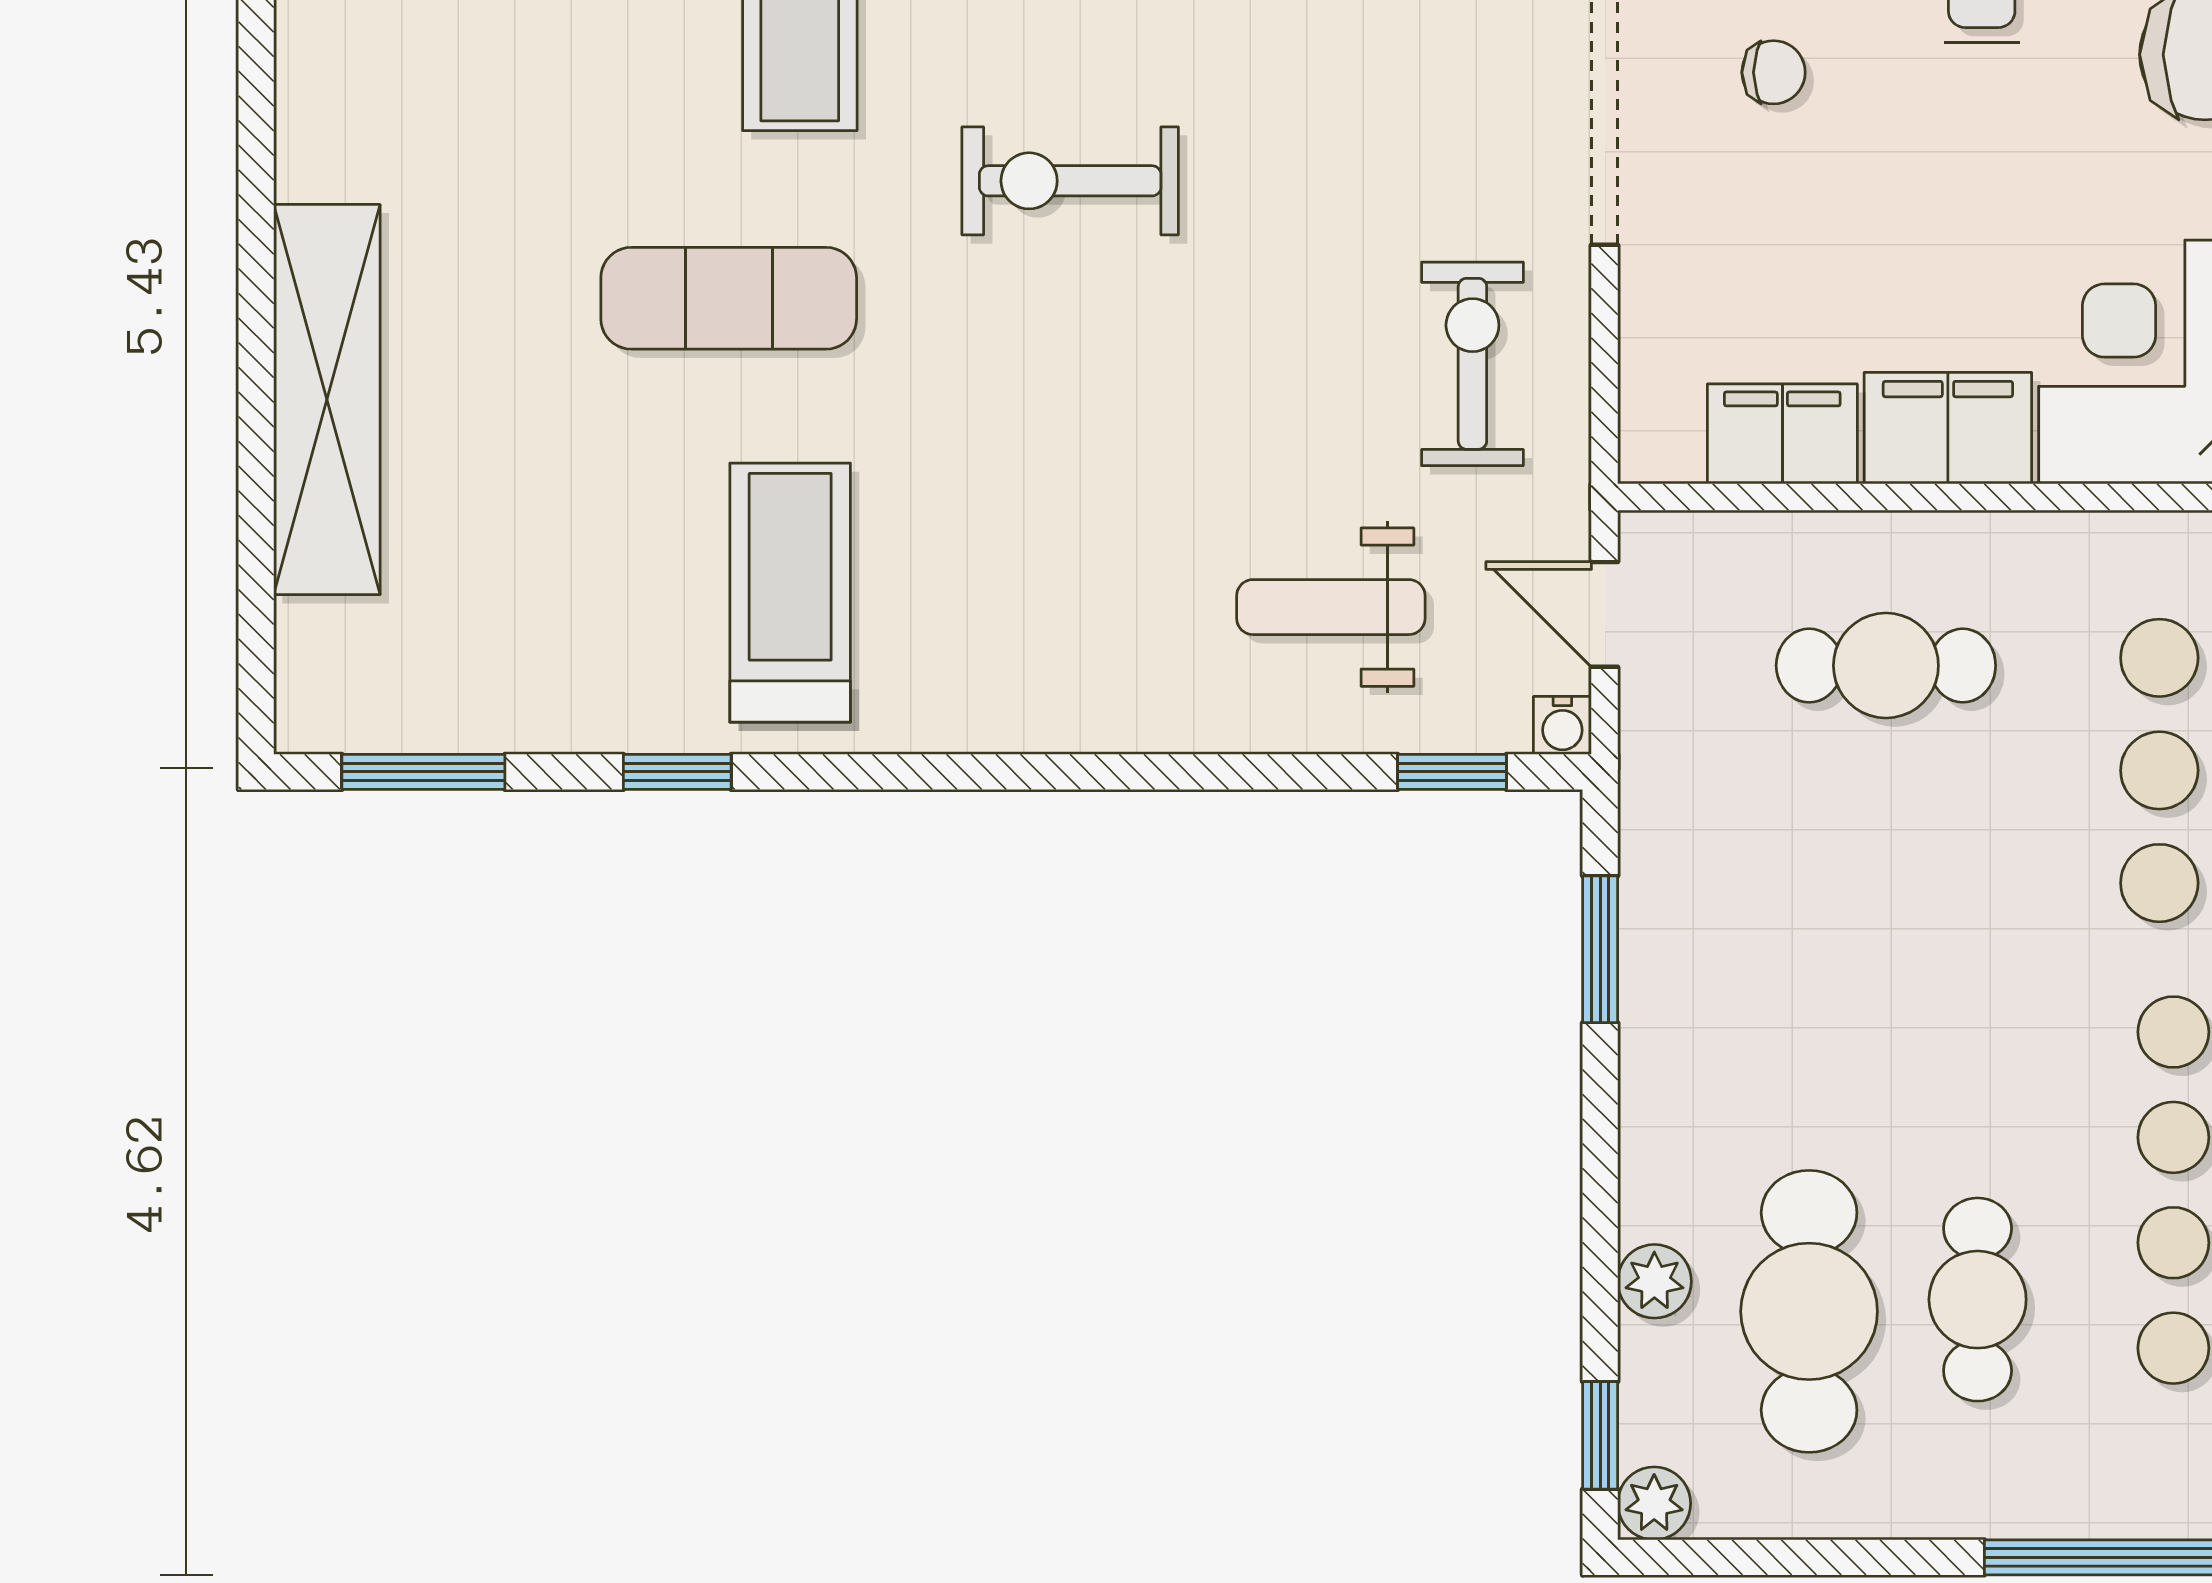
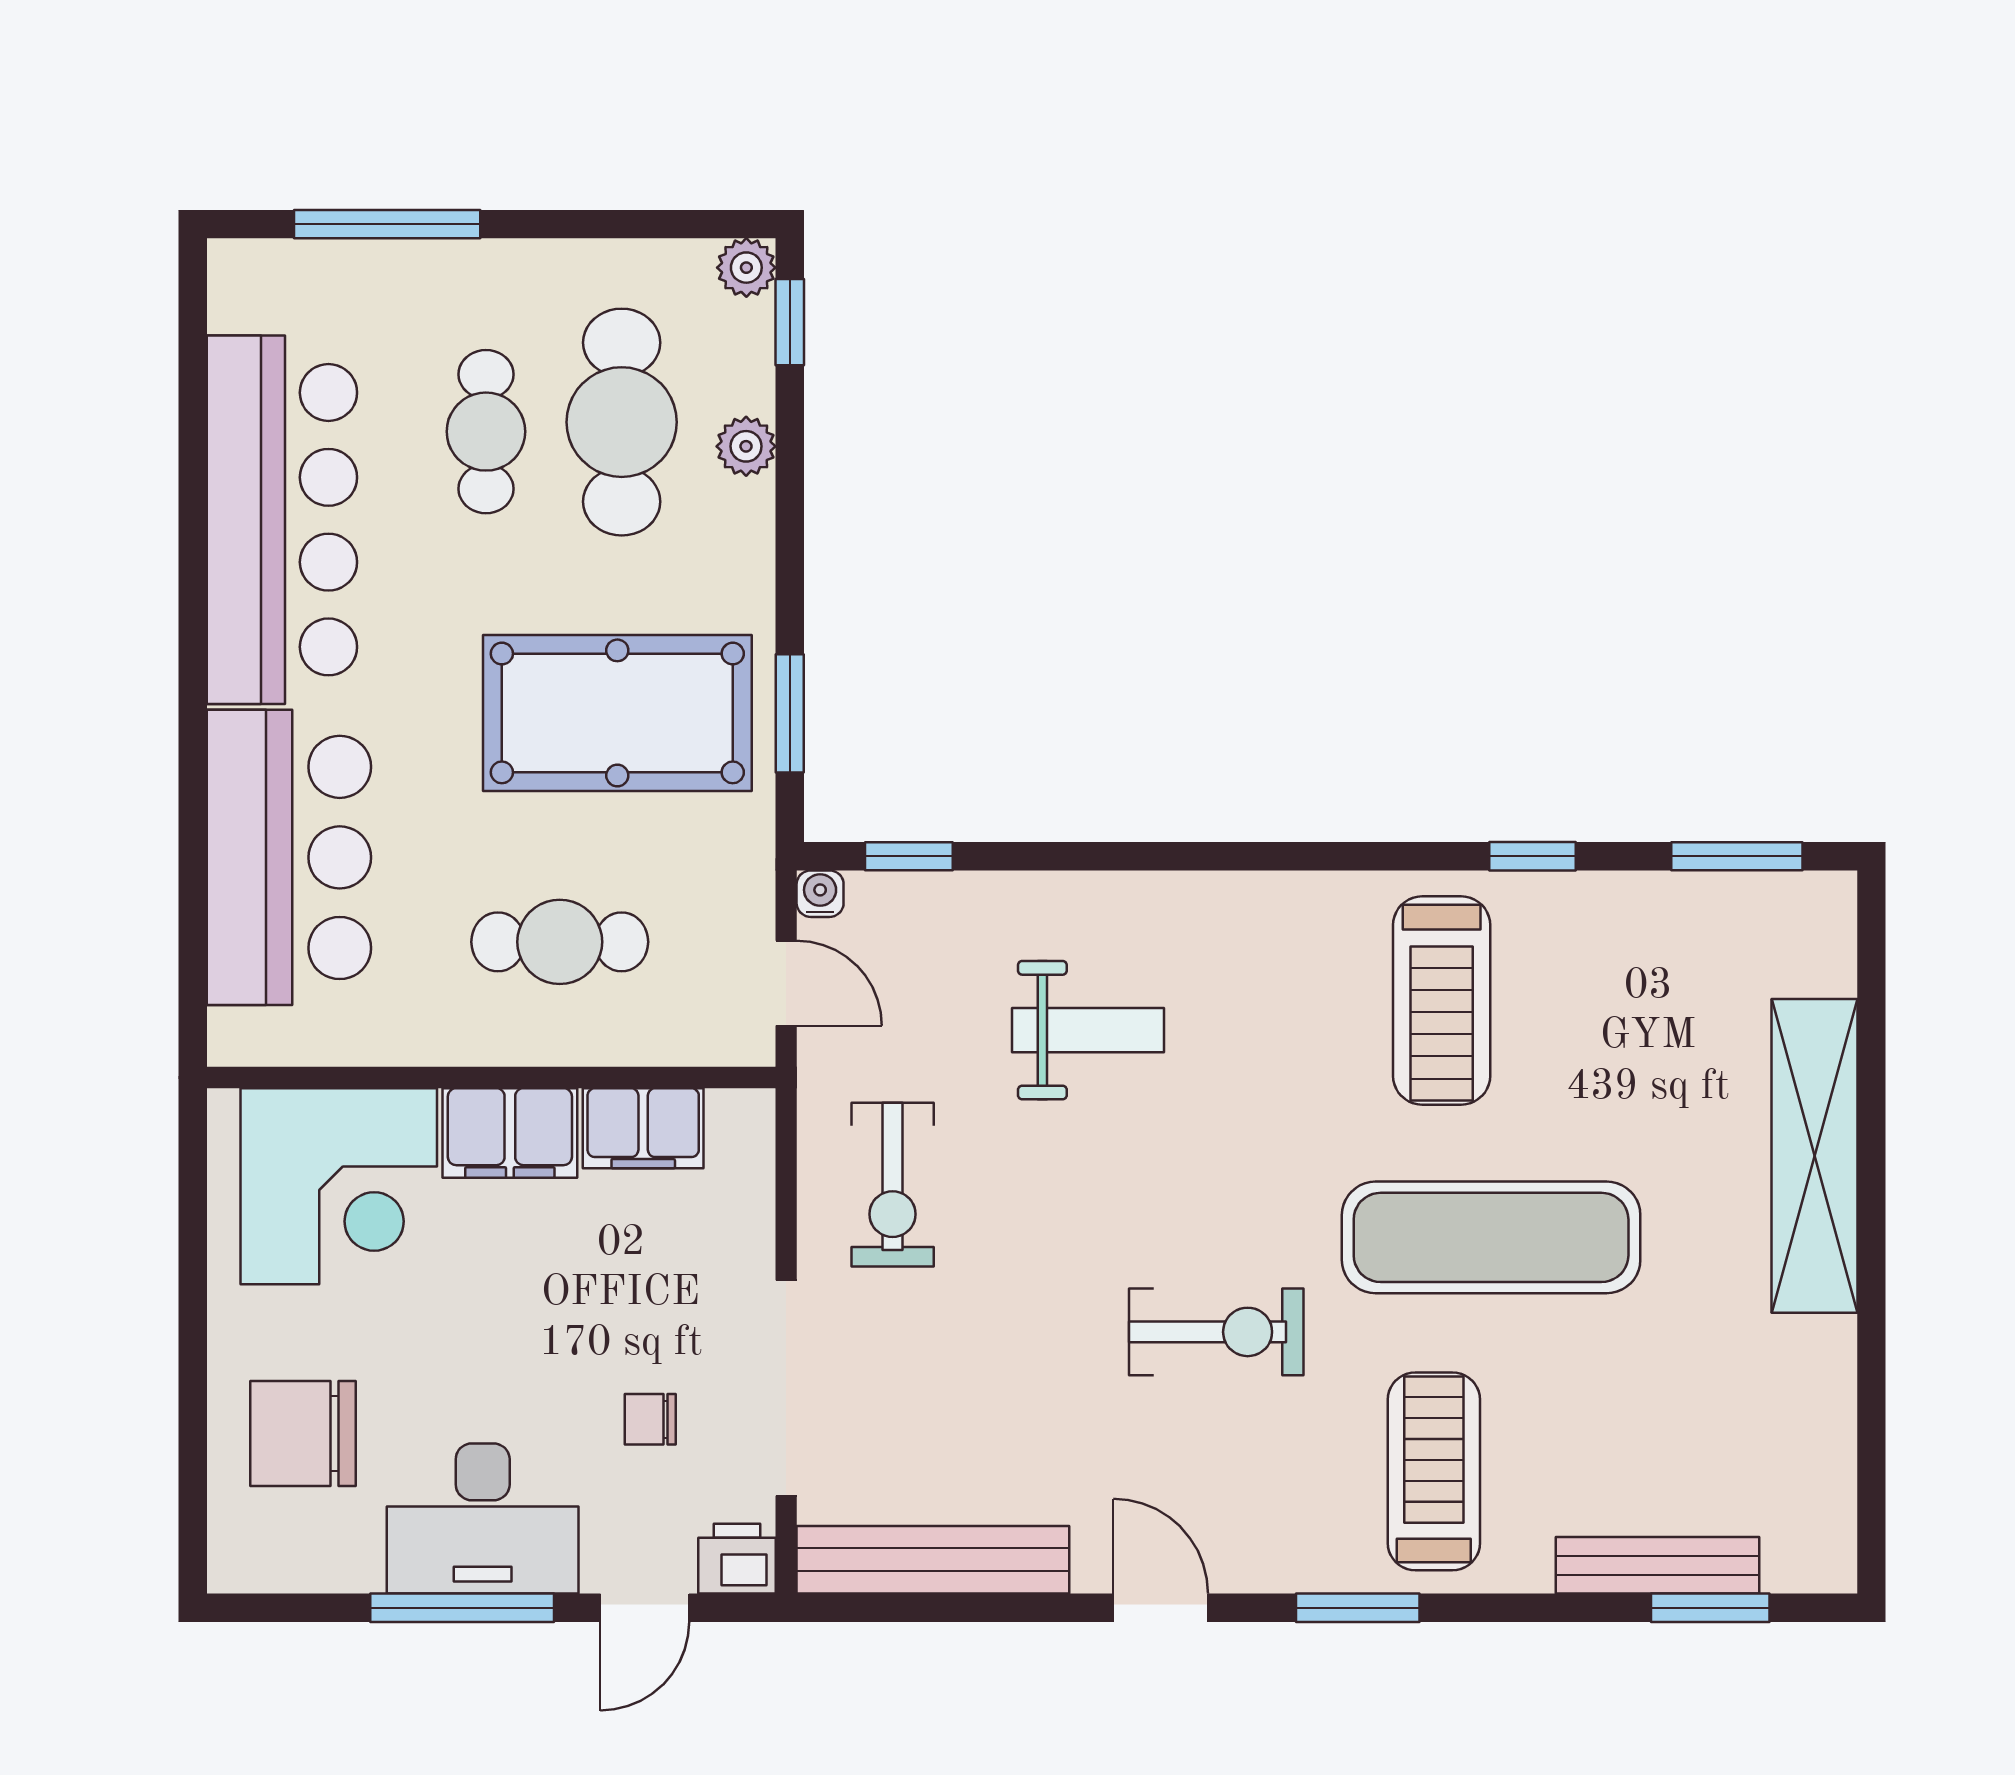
exercise mat: (729, 298) -> (1491, 1237), width x1.36, depth x1.45
weight bench: (1331, 607) -> (1088, 1030), moved
pool table: (1814, 950) -> (617, 713), added

